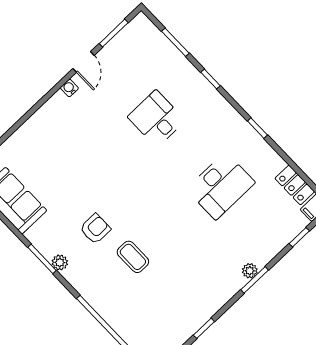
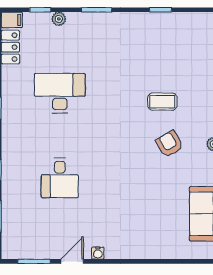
armchair: (95, 229) -> (170, 144), turned 59
coffee table: (133, 257) -> (162, 102), turned 90
plant: (250, 271) -> (59, 19), moved

